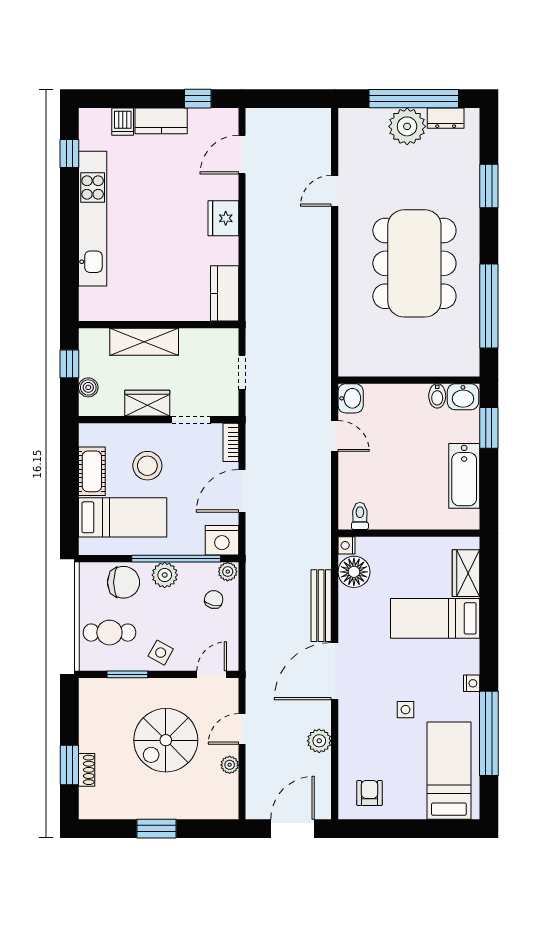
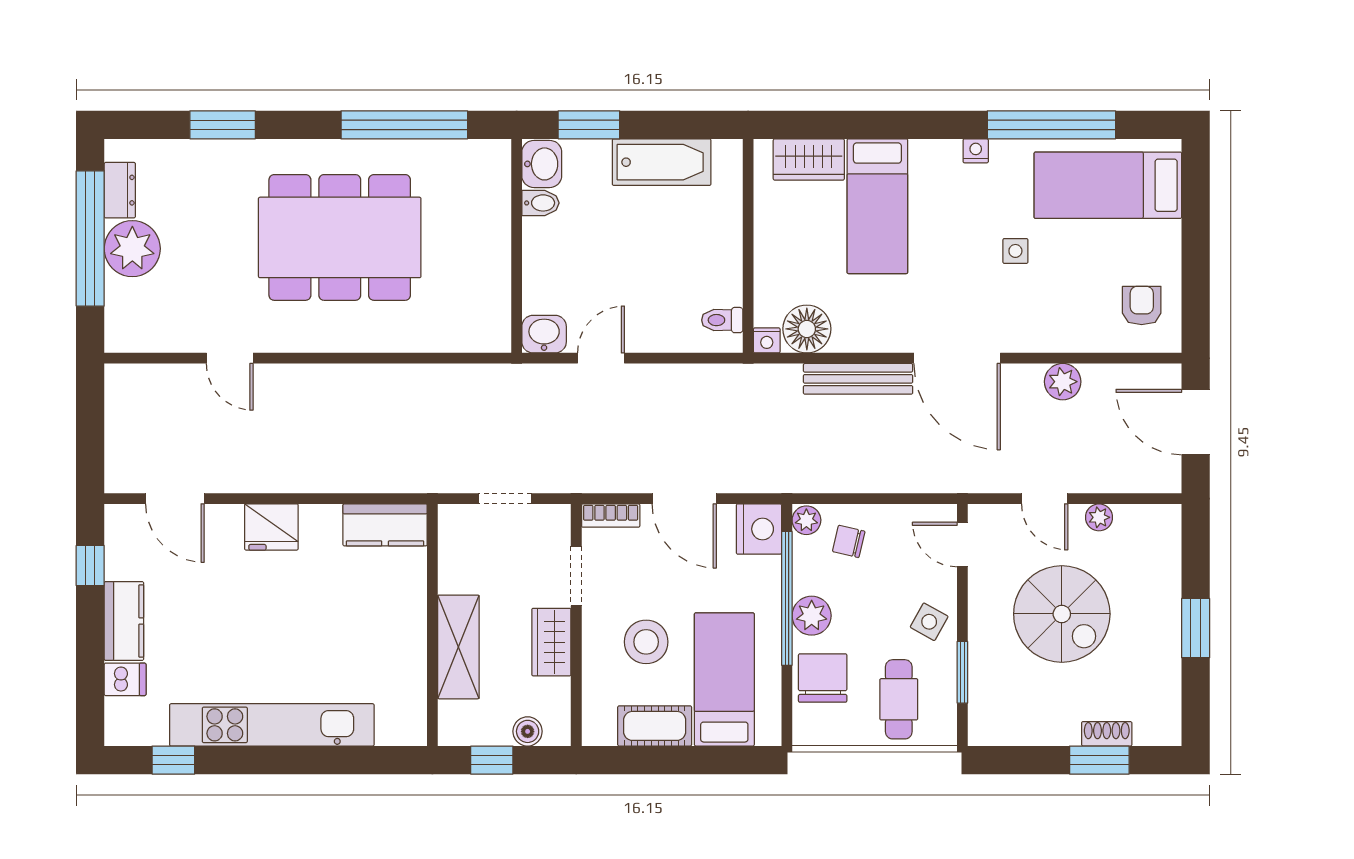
armchair: (370, 793) -> (1142, 306), turned 90

